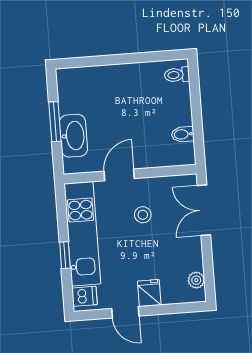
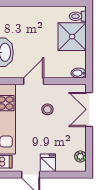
shower: (171, 105) -> (72, 37), added
bidet: (183, 134) -> (79, 73), moved

